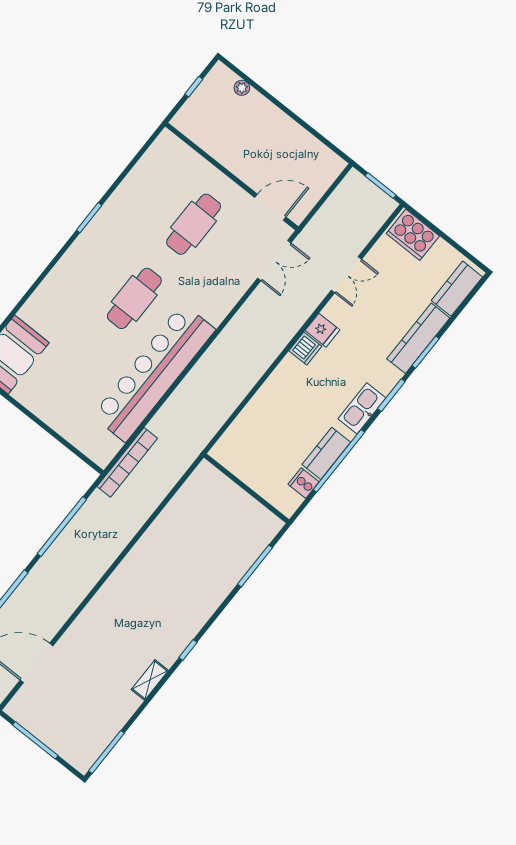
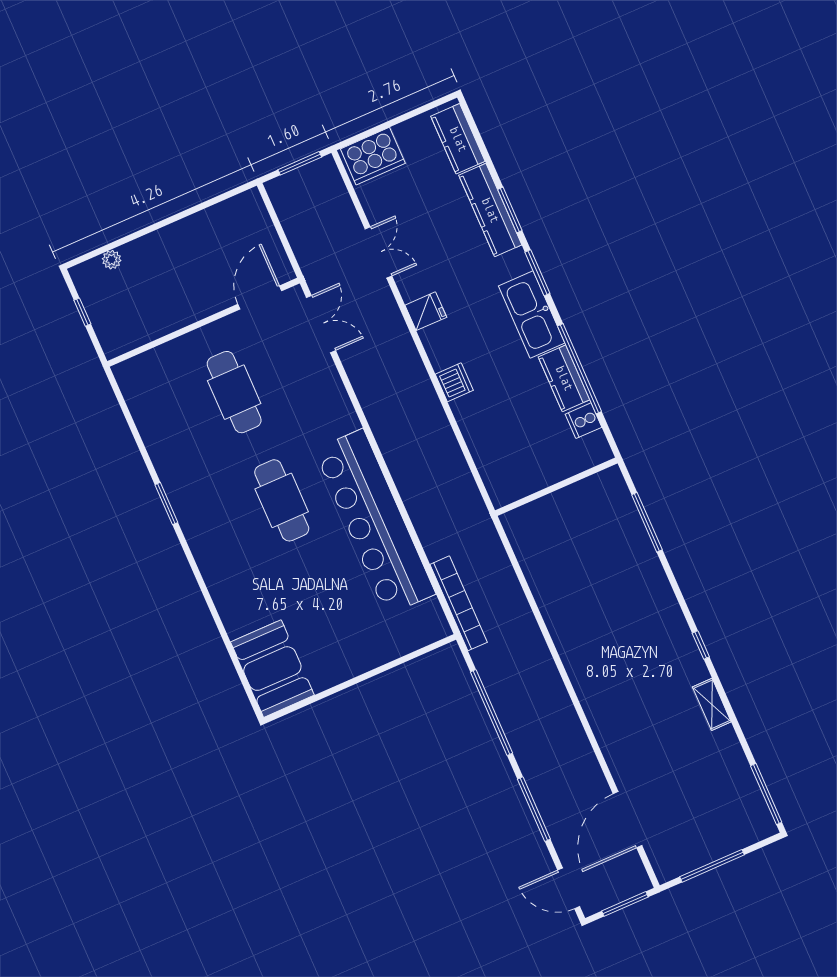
dishwasher: (305, 349) -> (454, 382), moved
kitchen sink: (362, 408) -> (532, 314), width x1.36, depth x1.24

